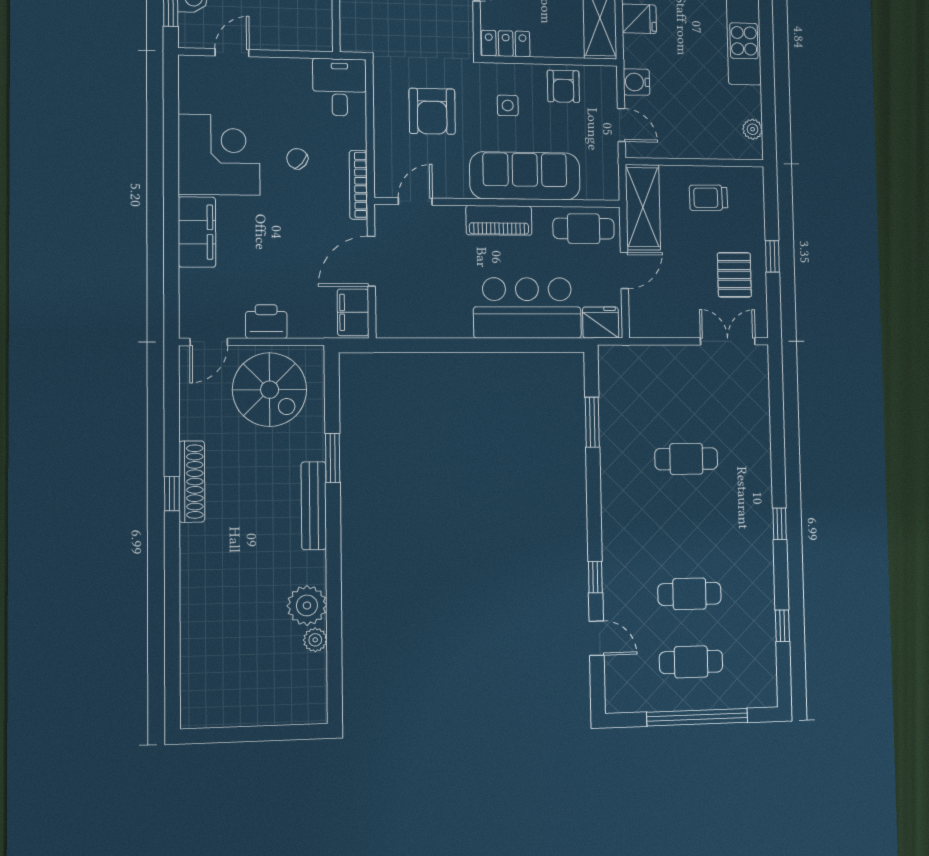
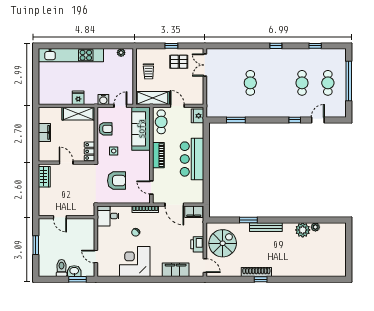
sofa: (525, 176) -> (141, 129), moved
filing cabinet: (197, 232) -> (176, 270), moved
bar counter: (527, 308) -> (192, 159), moved

